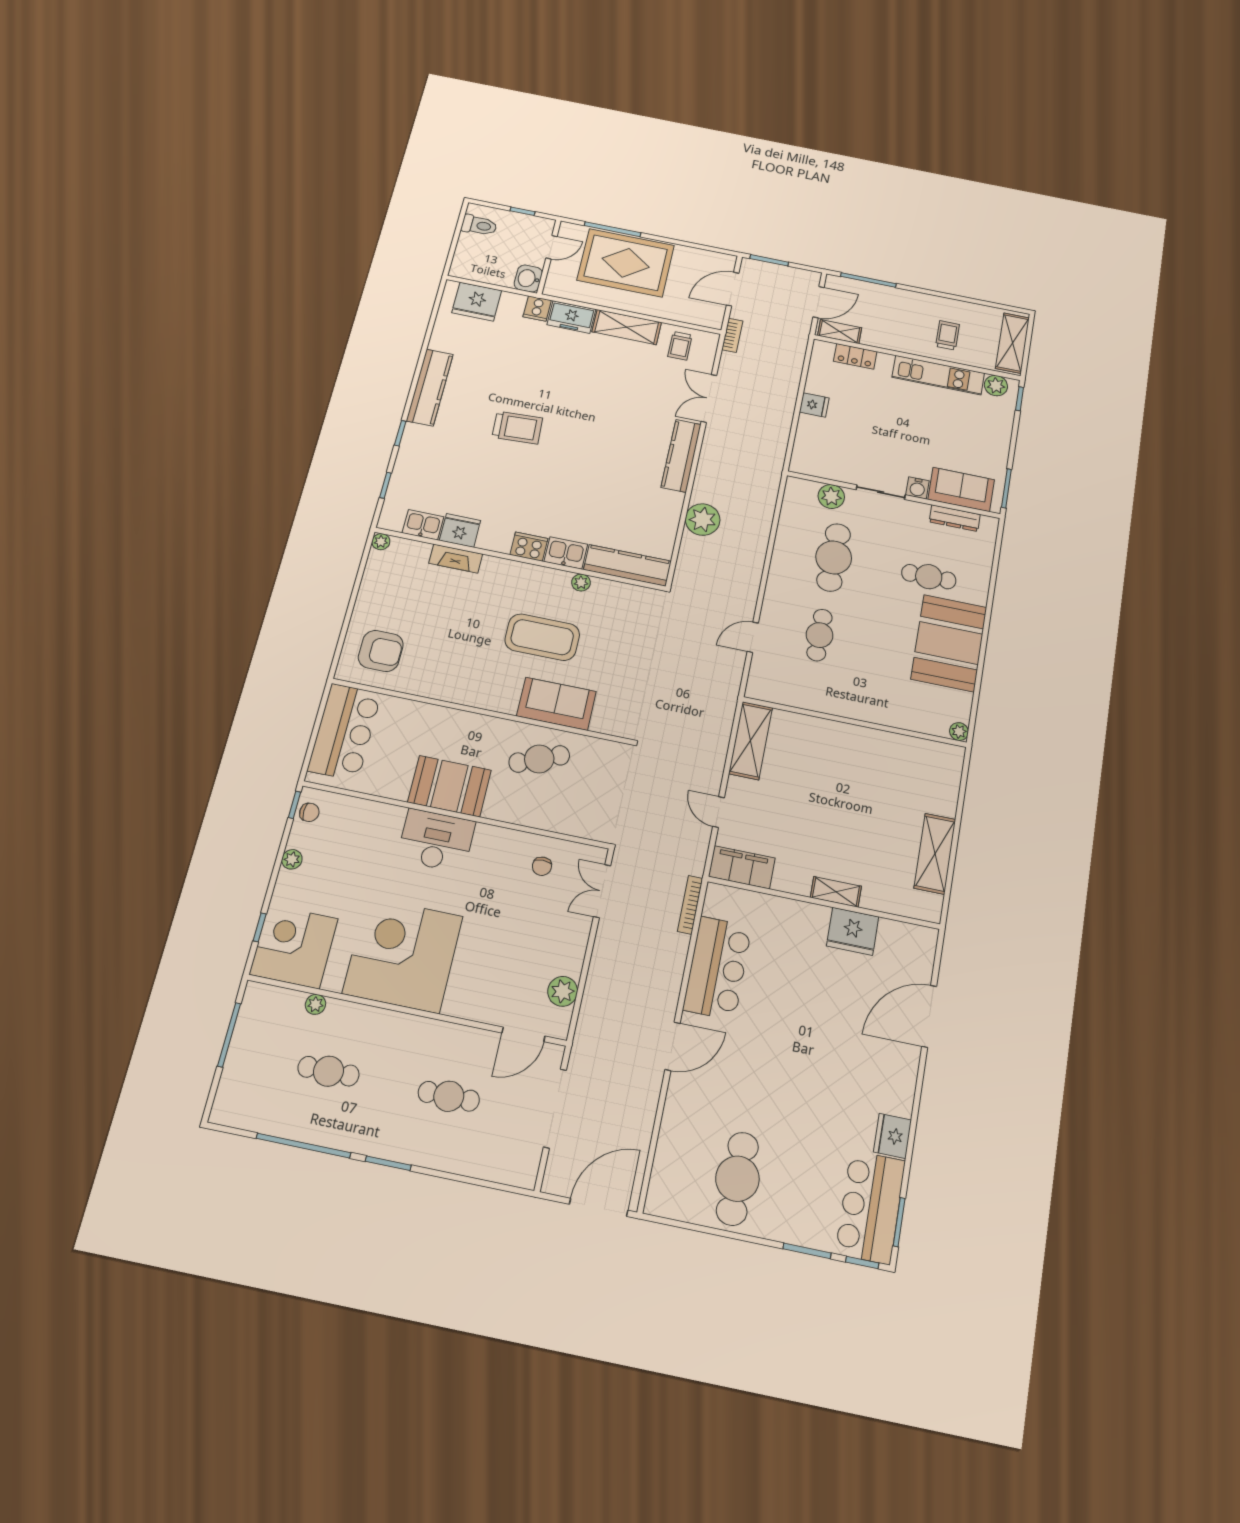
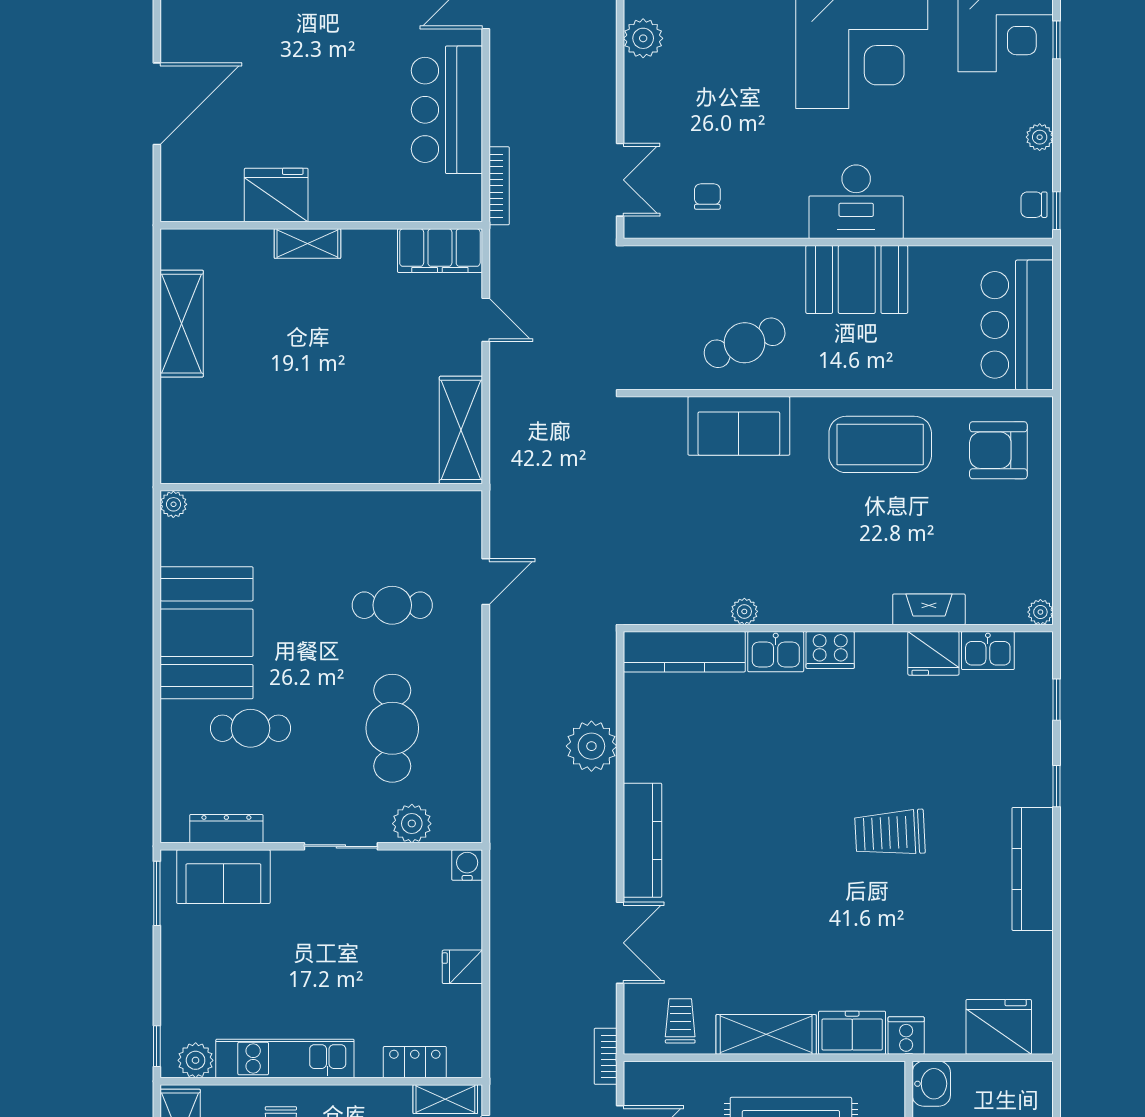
water cooler: (917, 488) -> (467, 865), moved
cafe table: (820, 635) -> (392, 605), turned 90
coffee table: (542, 637) -> (880, 444), moved

